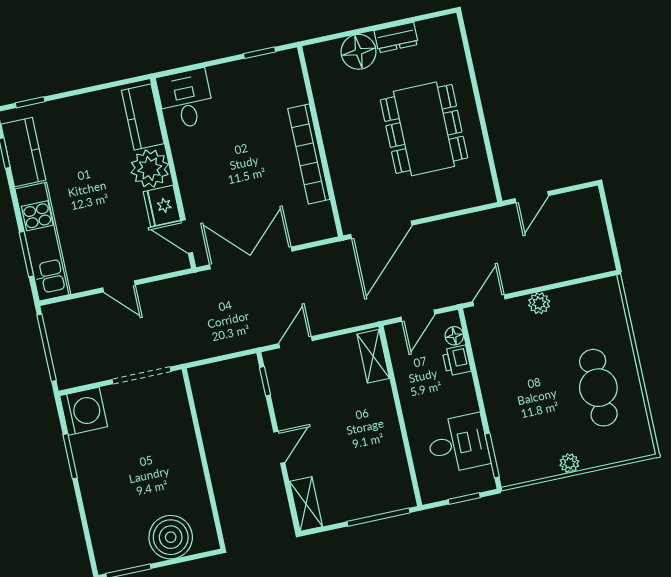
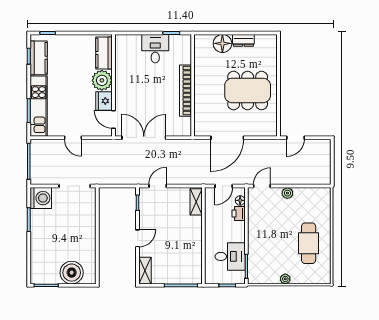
desk: (186, 99) -> (155, 49), moved
dining table: (424, 129) -> (248, 90), turned 90
door: (381, 230) -> (227, 138), moved

